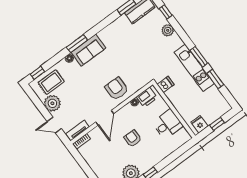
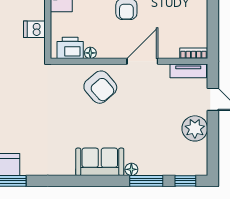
window: (77, 44) -> (146, 181), moved
rug: (51, 82) -> (176, 156), removed
dishwasher: (166, 84) -> (34, 29), moved
armchair: (117, 89) -> (100, 87), turned -41

